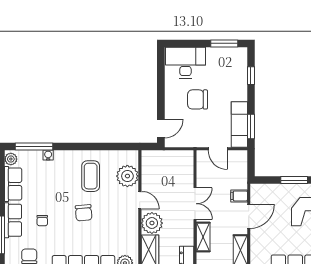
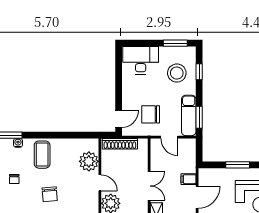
stool: (226, 77) -> (177, 73), added
chair: (197, 99) -> (151, 114), moved
shoe rack: (162, 156) -> (120, 144), added
coffee table: (91, 176) -> (42, 155), moved
chair: (42, 221) -> (14, 179), moved

